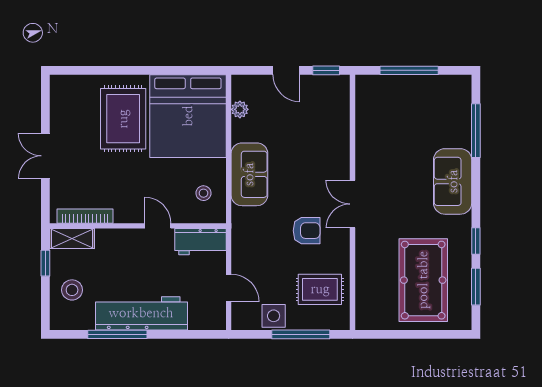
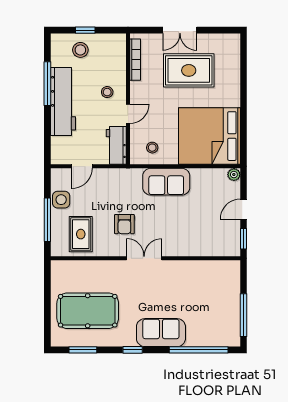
window: (409, 70) -> (243, 315), moved
plant: (240, 109) -> (234, 175), moved
rug: (123, 119) -> (189, 70), moved
window: (476, 131) -> (199, 350), width x1.46
double door: (45, 156) -> (180, 30), swing flipped
shelving: (72, 238) -> (119, 50), removed
window: (476, 241) -> (133, 350), moved
stool: (129, 254) -> (107, 92), added
window: (45, 263) -> (85, 30), moved

